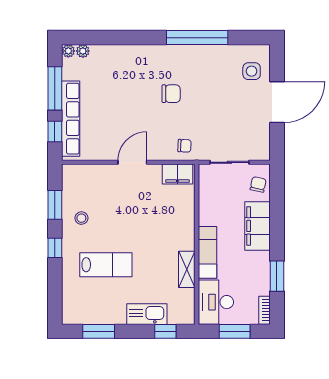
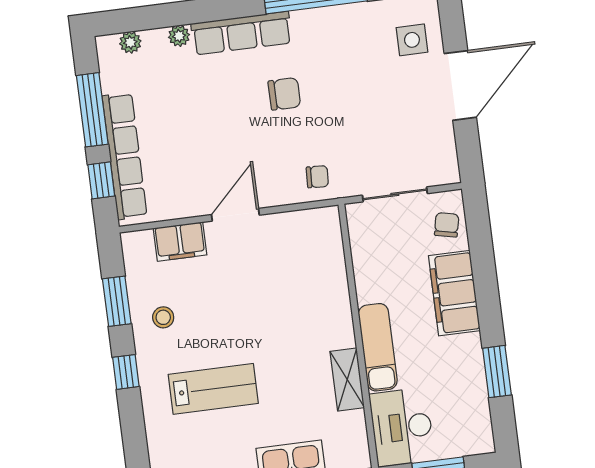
plant: (68, 51) -> (179, 36), moved
row of seats: (150, 54) -> (242, 33), added
filing cabinet: (177, 174) -> (180, 242), moved
bookcase: (264, 310) -> (484, 430), removed

